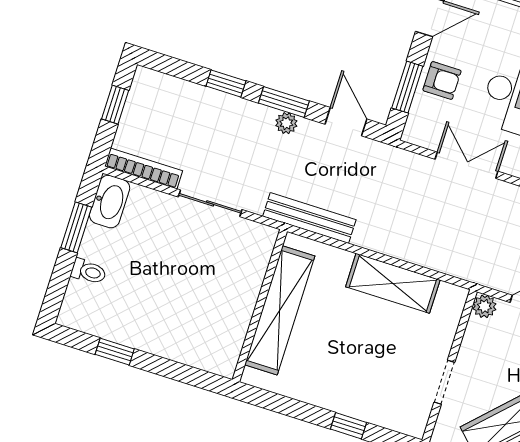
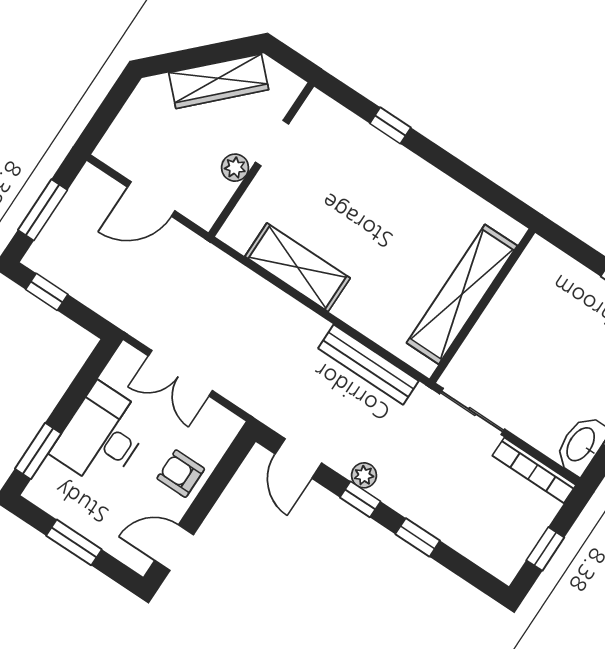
window: (407, 87) -> (221, 477), removed
window: (284, 102) -> (360, 499), width x0.67
wall: (260, 306) -> (482, 306), moved
plant: (484, 306) -> (235, 168), moved
shelving: (280, 310) -> (462, 294), moved

